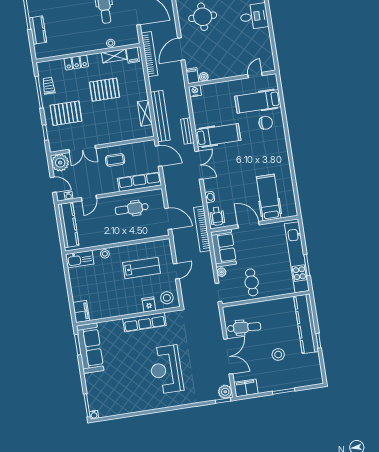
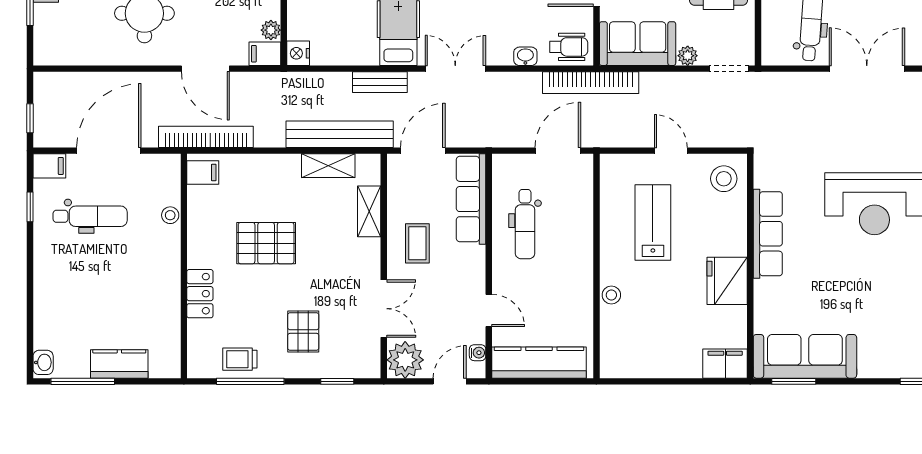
shelving: (114, 56) -> (369, 211), moved
pallet: (104, 90) -> (266, 243), turned 90
pallet: (66, 113) -> (303, 332), width x0.67, depth x0.71
kitchen sink: (80, 259) -> (615, 350), removed
fridge: (149, 305) -> (727, 281), moved, width x1.88, depth x1.34

